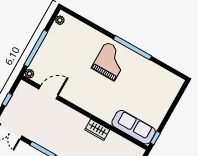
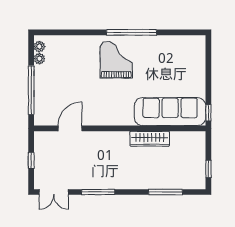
plant: (30, 74) -> (39, 59), moved
sofa: (134, 127) -> (170, 112), width x1.36, depth x1.27
wardrobe: (97, 130) -> (150, 139), width x1.50

